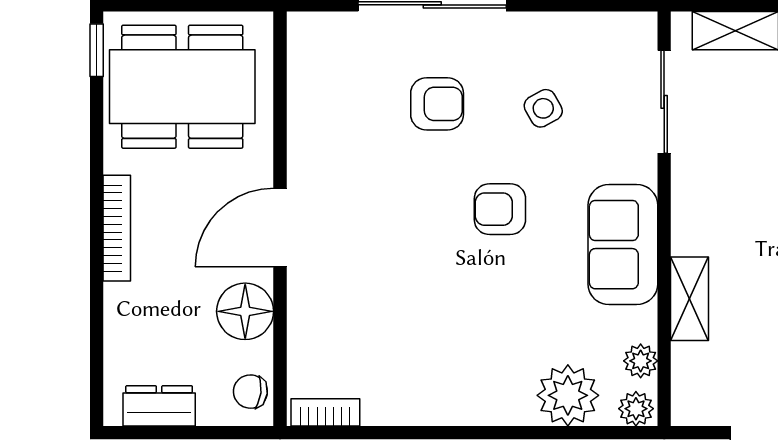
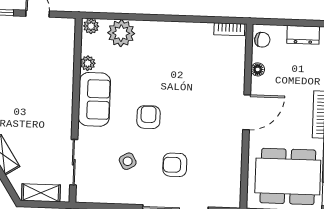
armchair: (500, 209) -> (148, 117), turned -90
shelving: (690, 299) -> (66, 74), removed
floor lamp: (245, 311) -> (258, 69), width x0.53, depth x0.53
plant: (641, 361) -> (88, 63), moved

